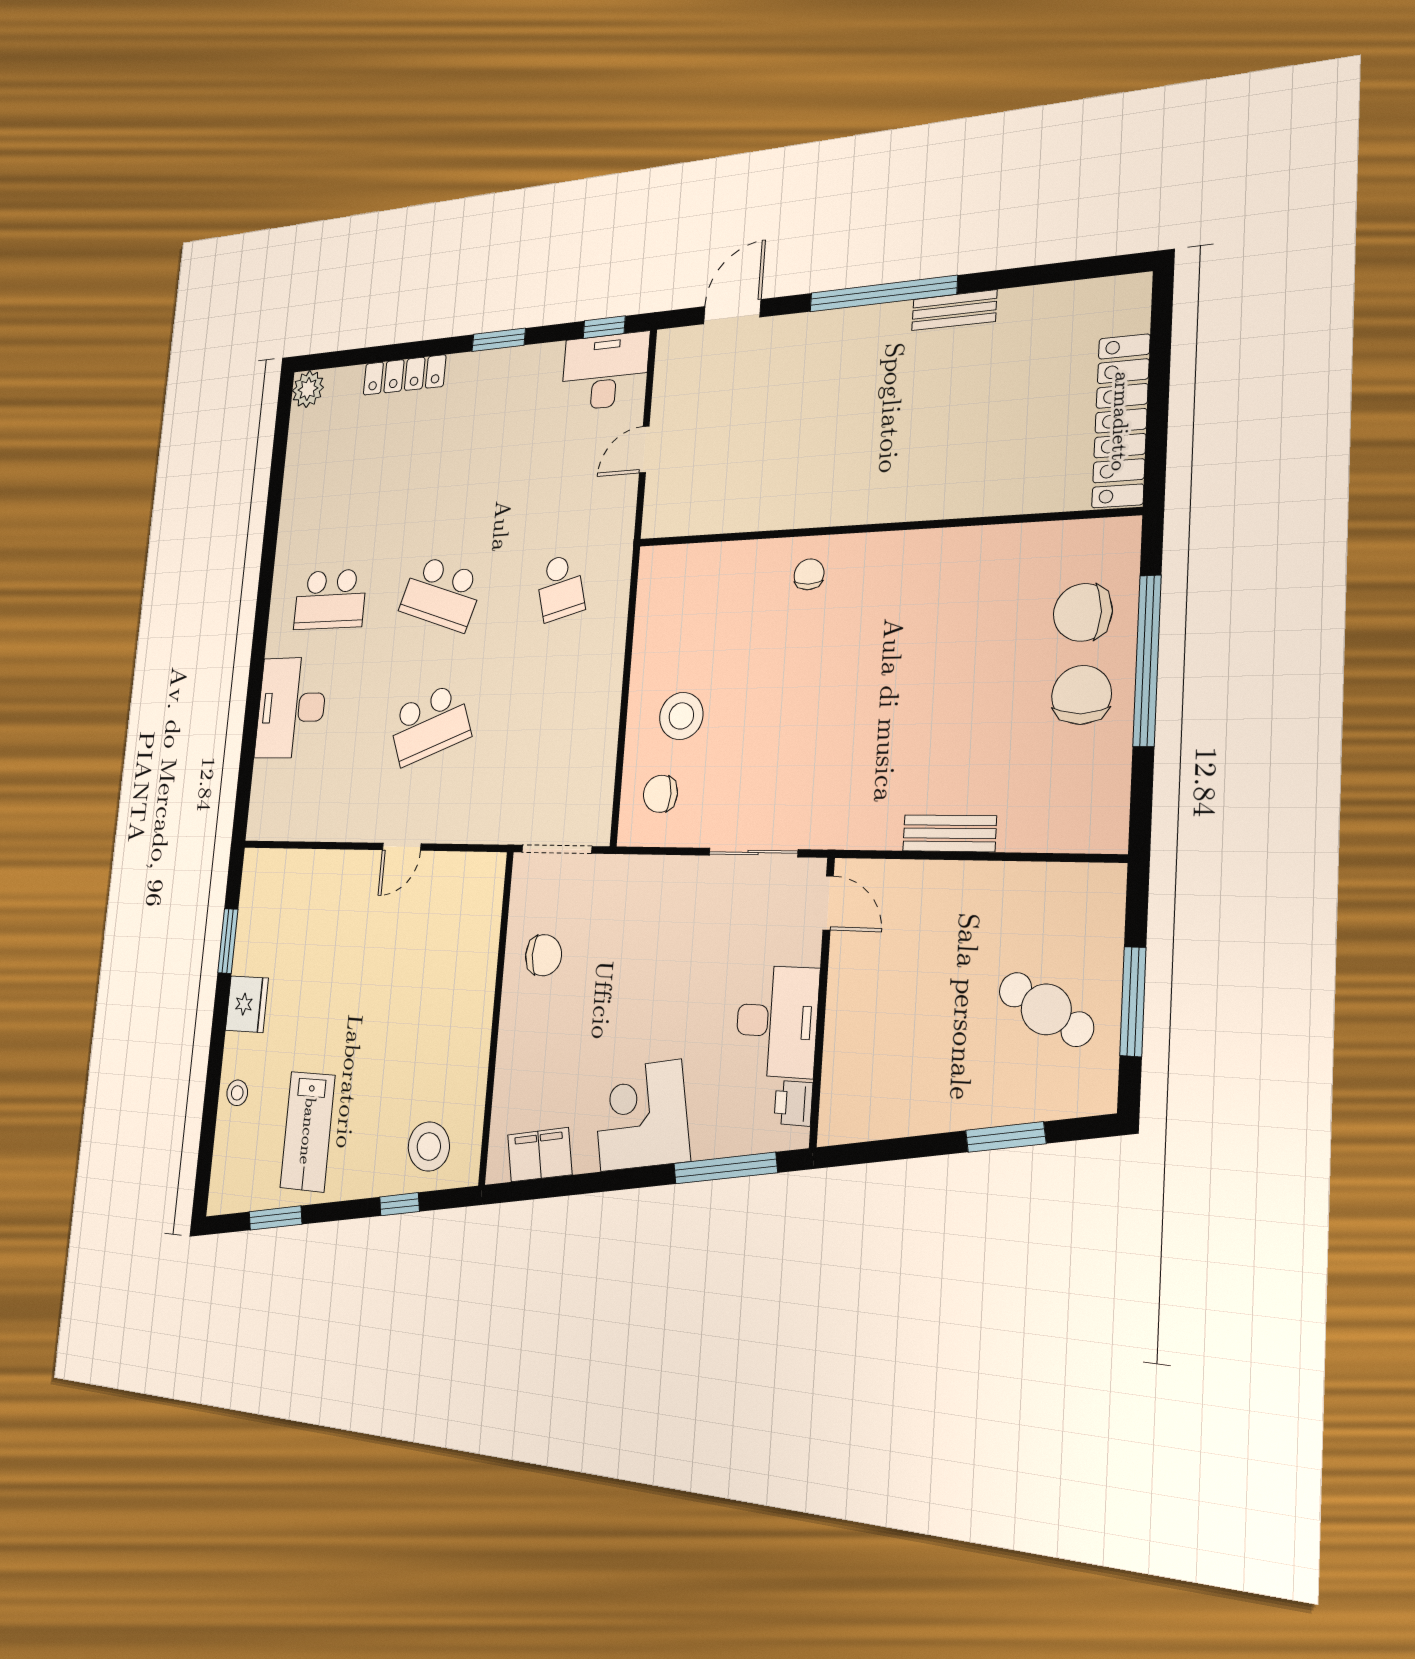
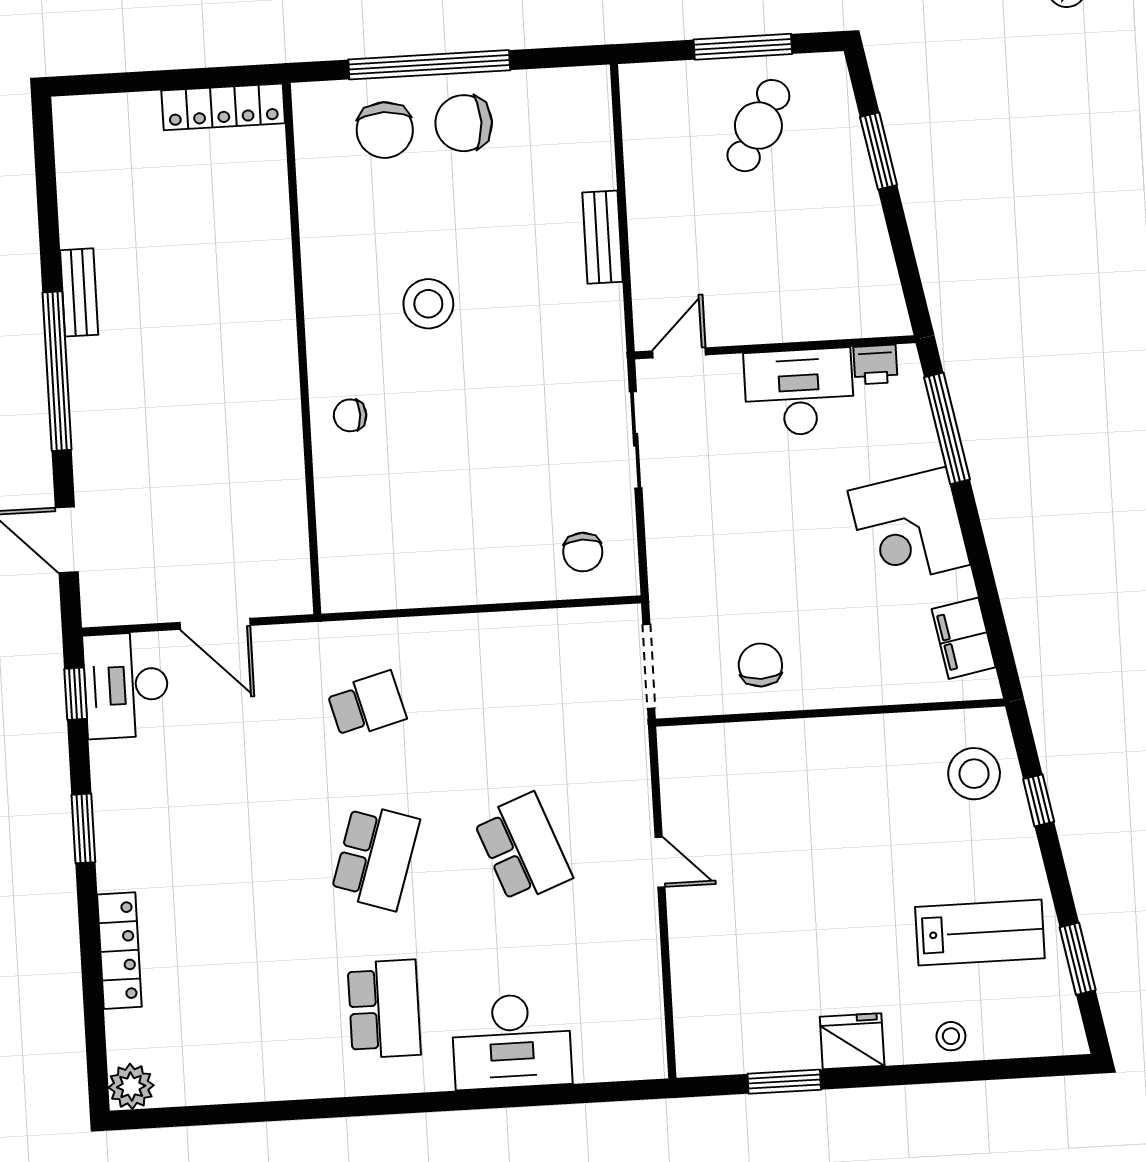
locker: (1121, 421) -> (223, 107), width x0.71, depth x0.83
door: (644, 449) -> (215, 624), width x1.38
stool: (681, 716) -> (428, 304), moved

